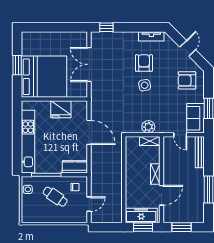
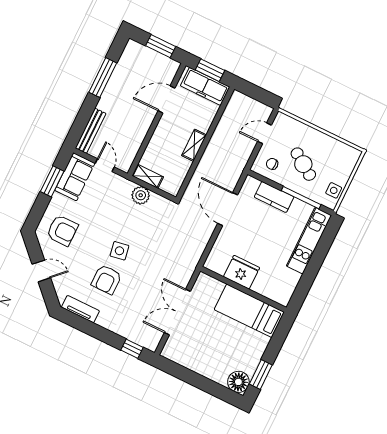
floor lamp: (29, 39) -> (238, 382), added
door: (188, 48) -> (41, 271), swing flipped
double door: (89, 64) -> (177, 312), swing flipped
window: (17, 65) -> (261, 375), moved
bed: (44, 77) -> (249, 311), width x0.49
door: (89, 132) -> (228, 209), moved
kitchen unit: (28, 142) -> (309, 241), width x0.73
kitchen counter: (75, 167) -> (274, 197), moved
shelving: (155, 174) -> (194, 145), moved

